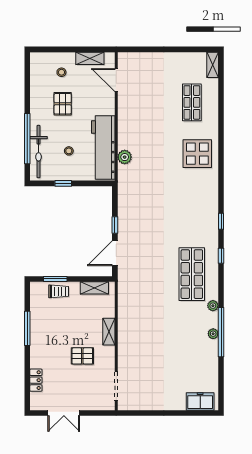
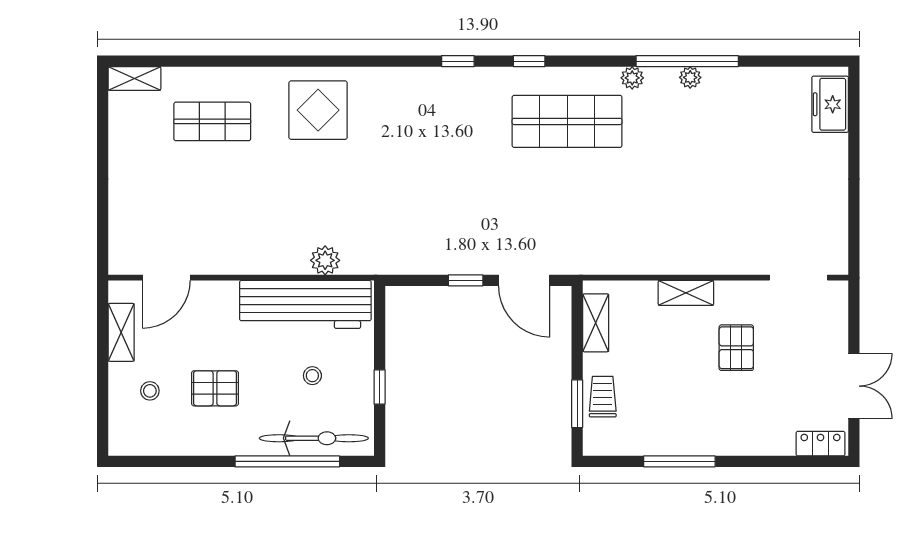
locker: (36, 380) -> (821, 444), moved

